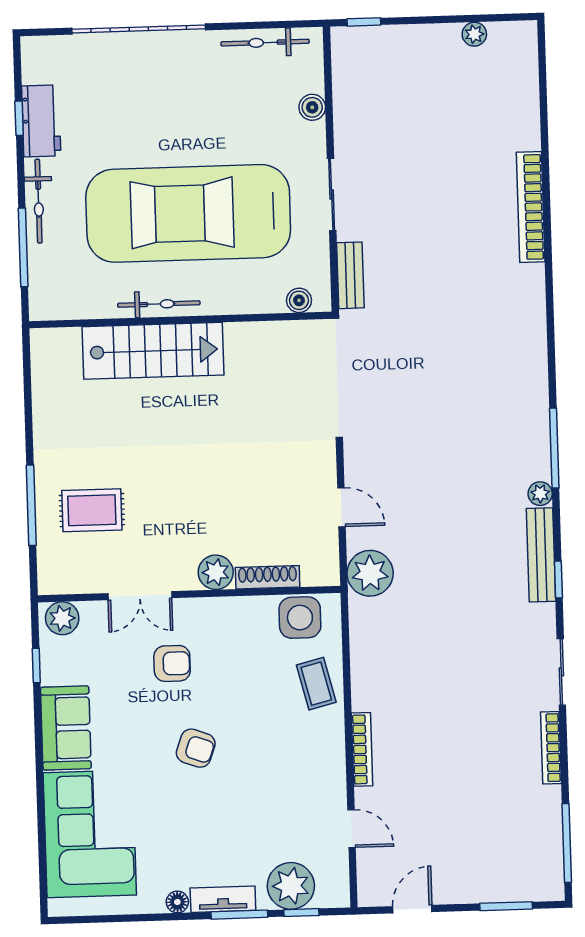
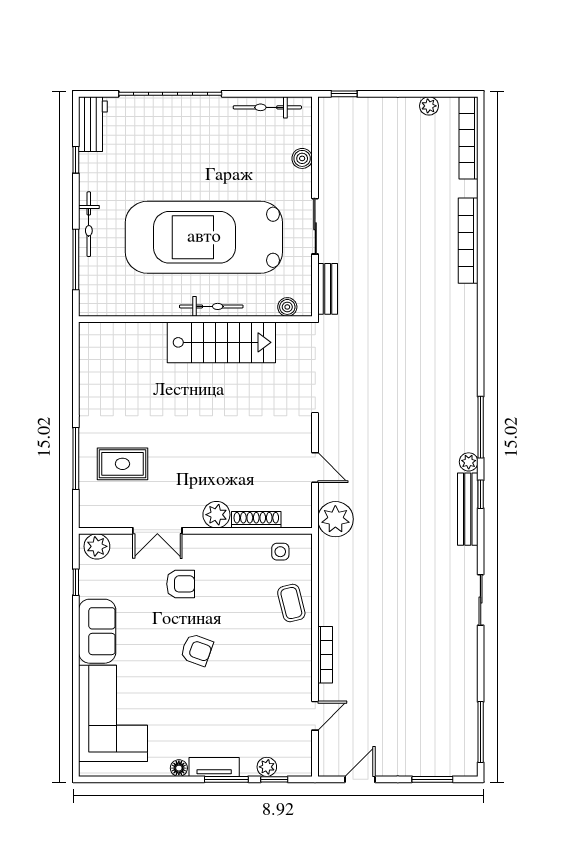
workbench: (41, 121) -> (93, 124), moved
bicycle: (159, 304) -> (211, 306), moved
stairs: (153, 351) -> (221, 342), moved
window: (558, 580) -> (481, 494), moved
side table: (300, 618) -> (280, 552), width x0.54, depth x0.54
bookcase: (551, 748) -> (468, 138), moved, width x1.48, depth x1.31
door: (352, 829) -> (315, 716), hinge flipped
plant: (291, 886) -> (267, 767), width x0.53, depth x0.53

